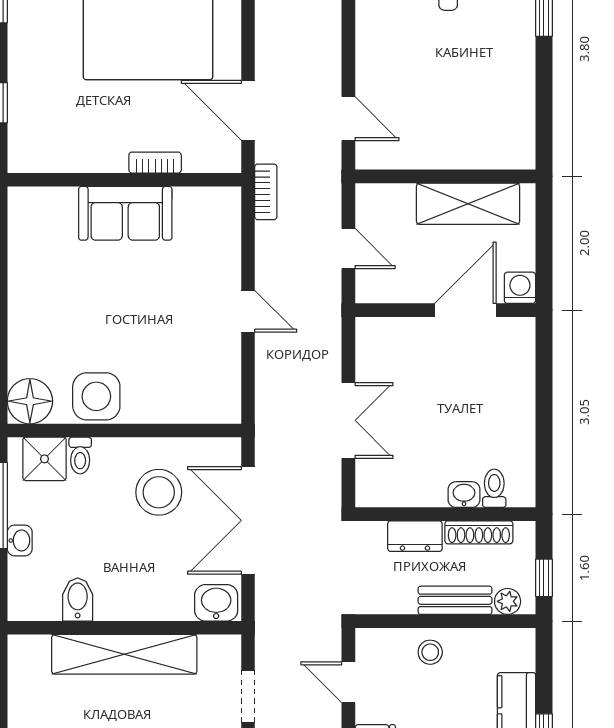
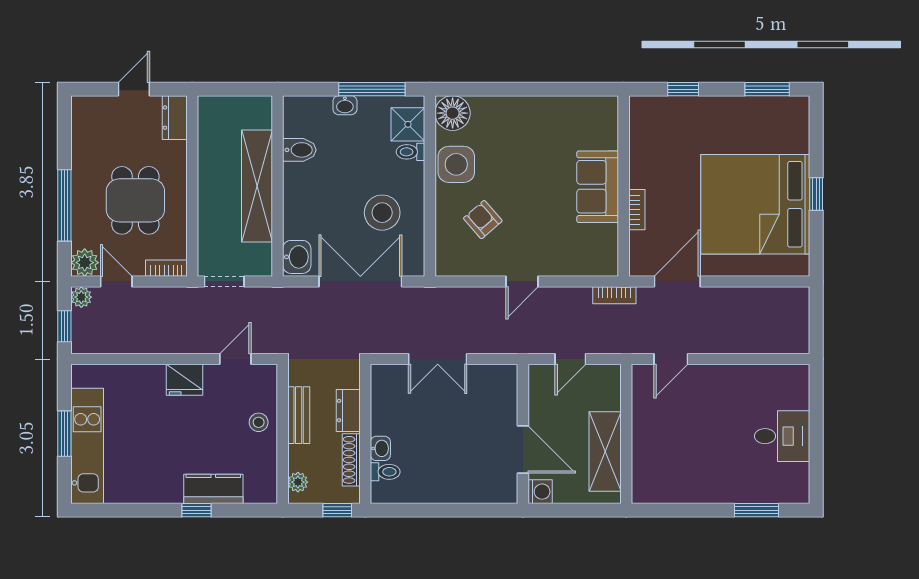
armchair: (168, 362) -> (483, 220), added
window: (544, 578) -> (337, 510), moved
bench: (455, 600) -> (299, 415), moved

